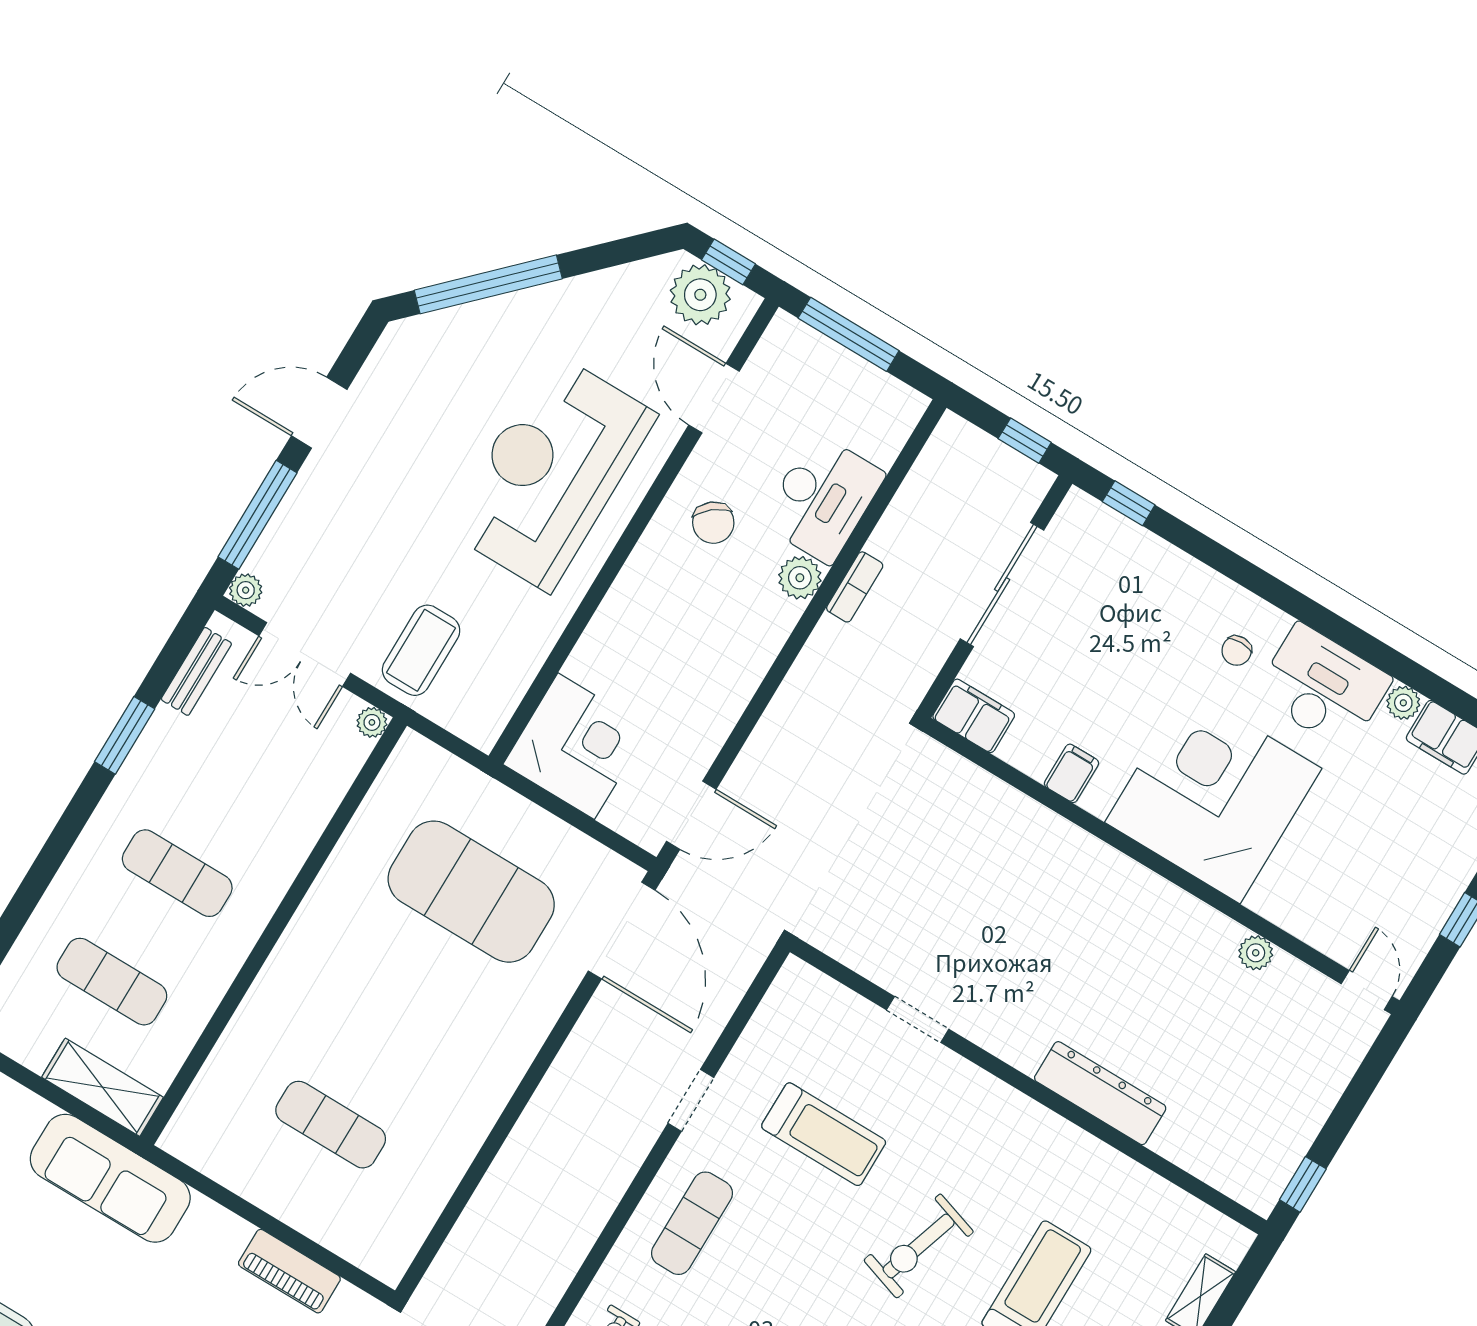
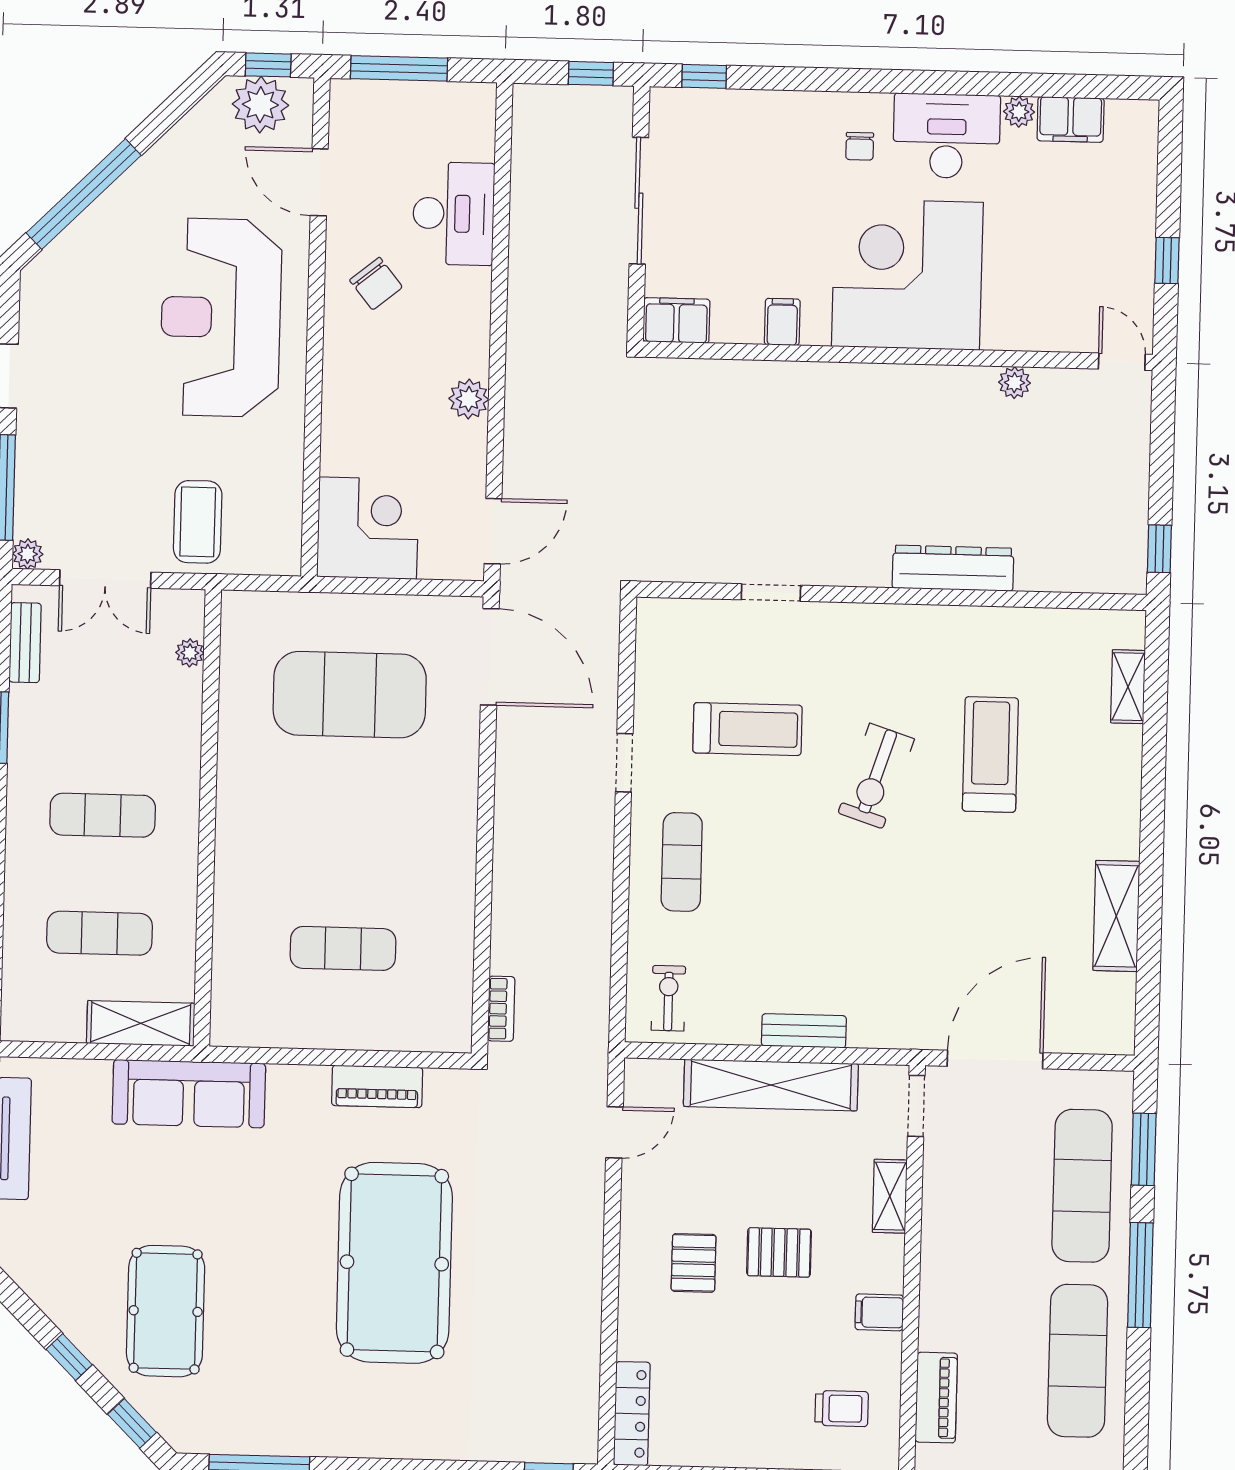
plant: (800, 578) -> (469, 399), moved
bookcase: (855, 587) -> (501, 1009), moved
plant: (372, 722) -> (190, 653), moved

